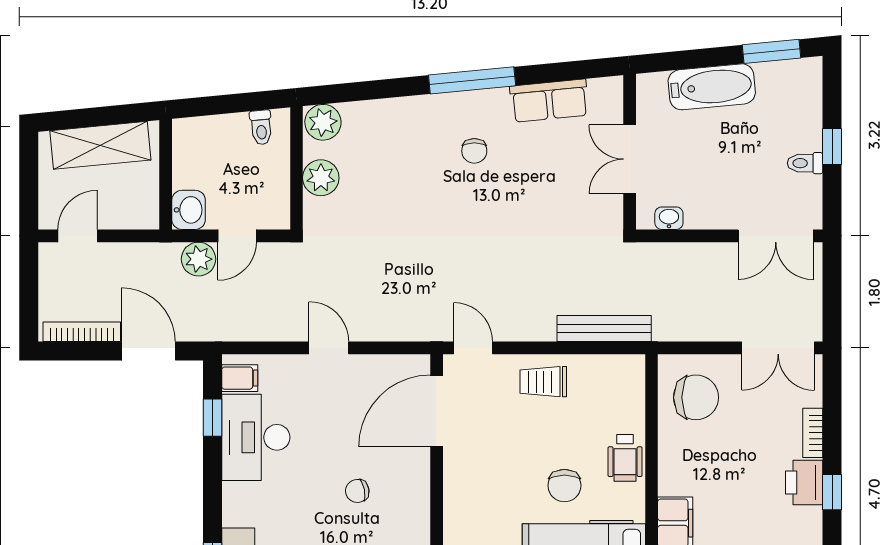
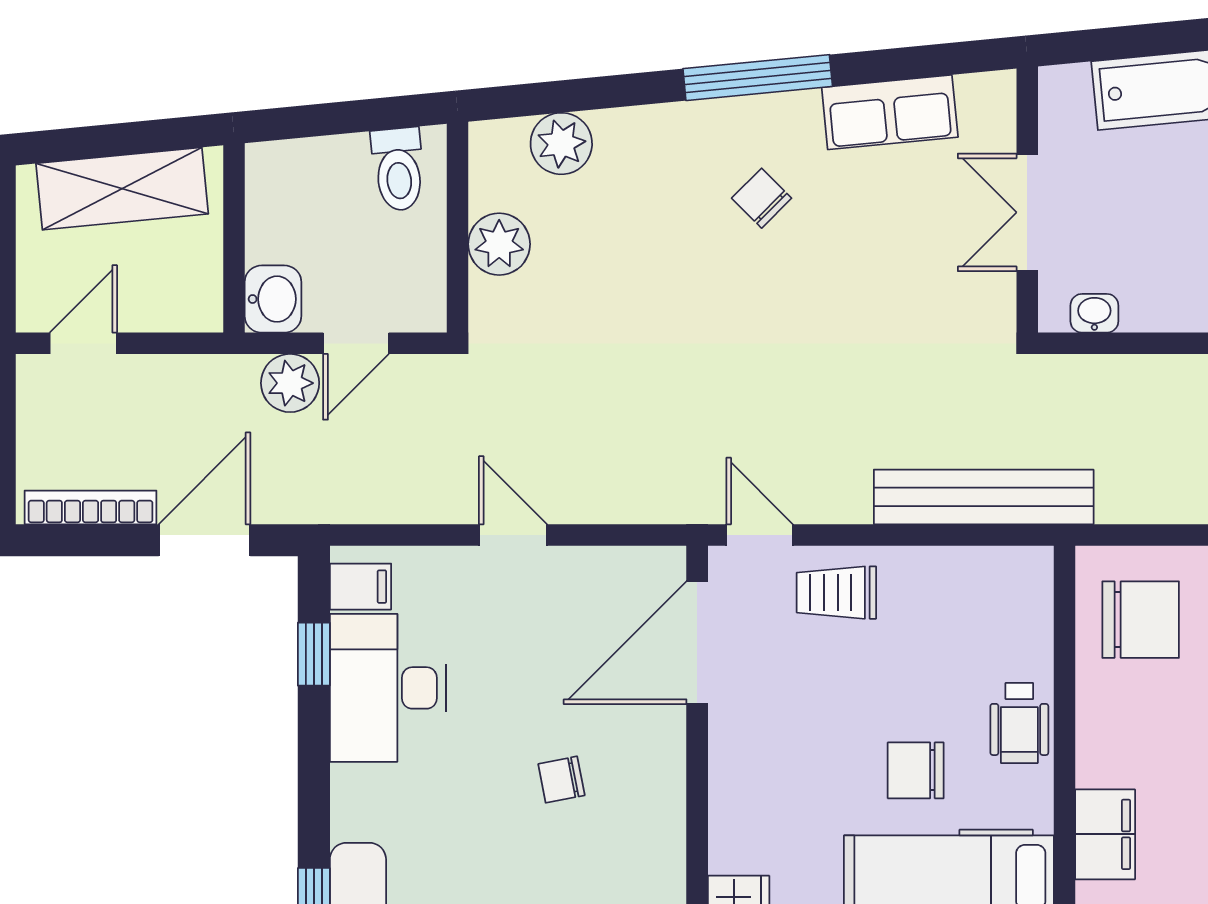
plant: (323, 122) -> (561, 144), moved
toilet: (261, 127) -> (398, 169), width x1.37, depth x1.39
chair: (474, 151) -> (762, 198), turned 135
bench: (604, 328) -> (984, 497), width x1.37, depth x1.21
door: (148, 351) -> (204, 540), hinge flipped
trolley: (543, 382) -> (836, 593), moved
chair: (564, 486) -> (916, 770), turned 90

